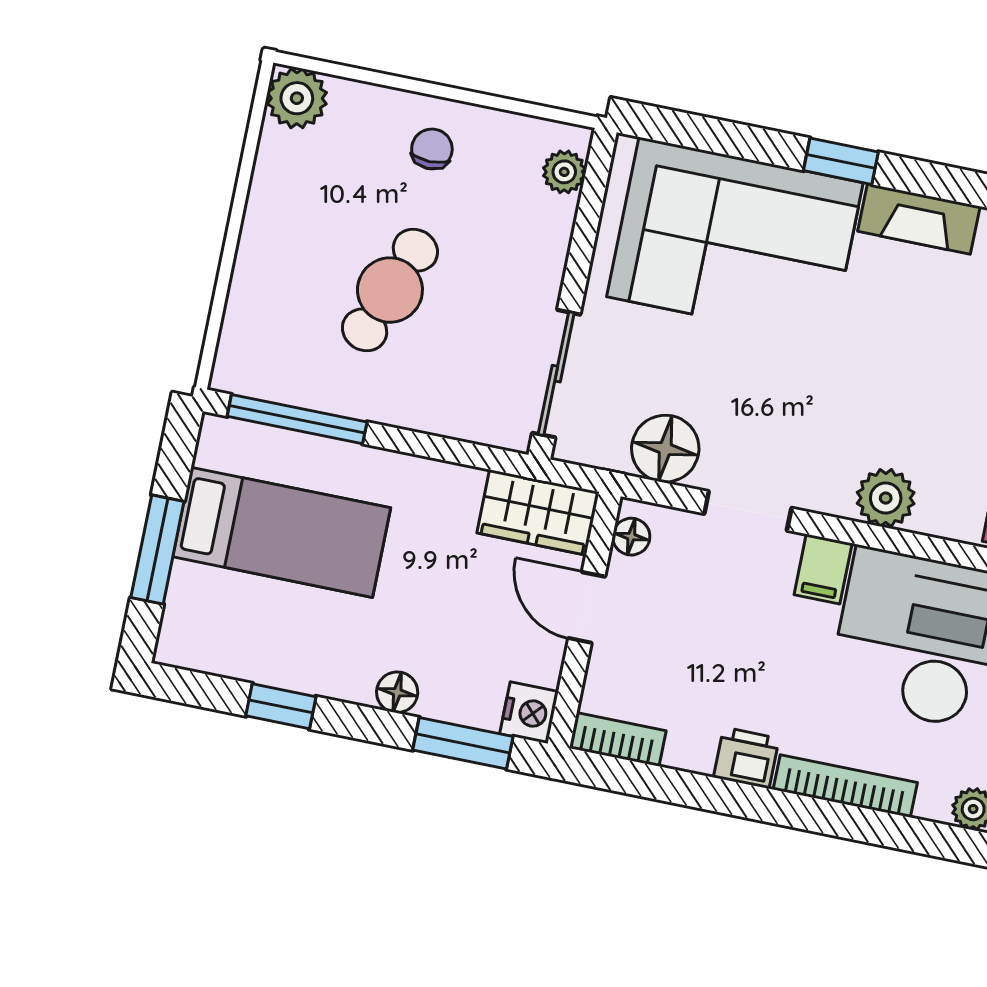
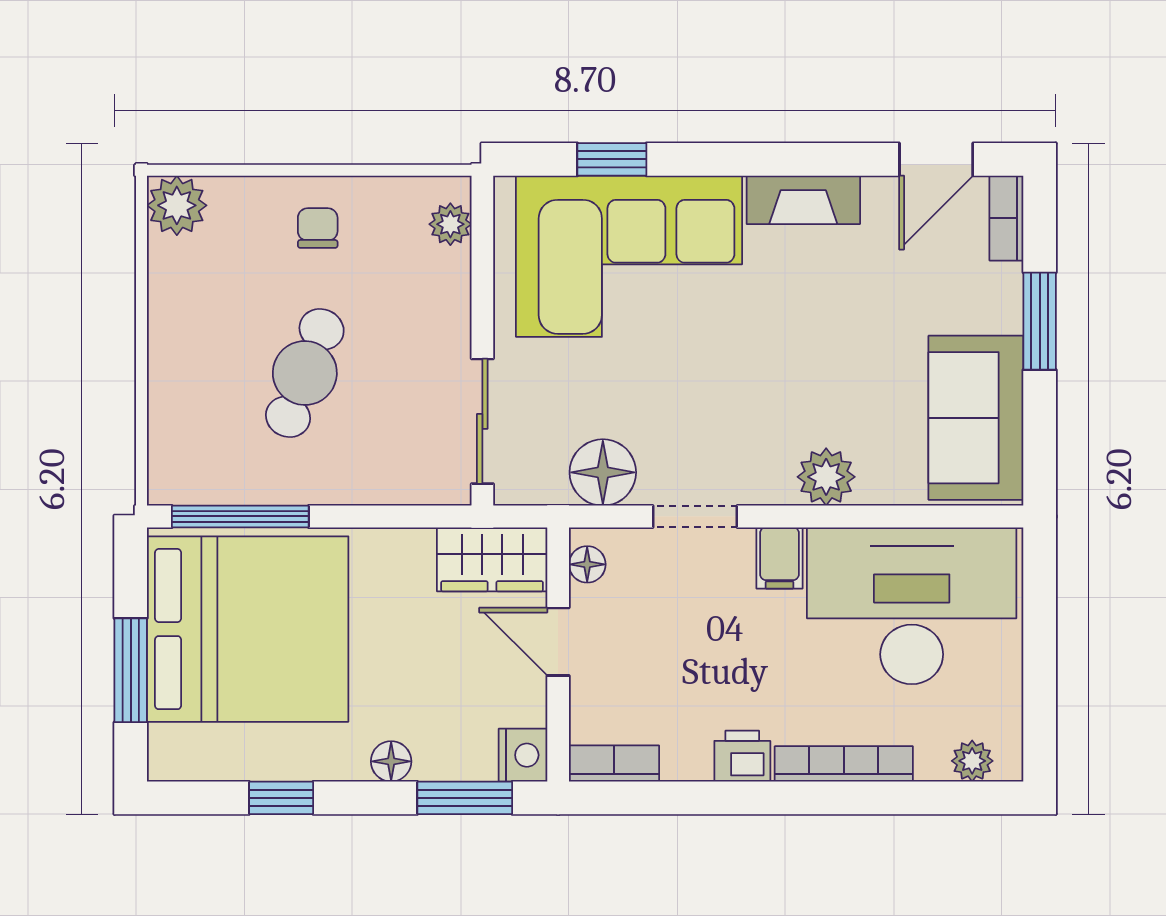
window: (841, 161) -> (612, 159), moved
bed: (282, 532) -> (248, 629), width x2.04

